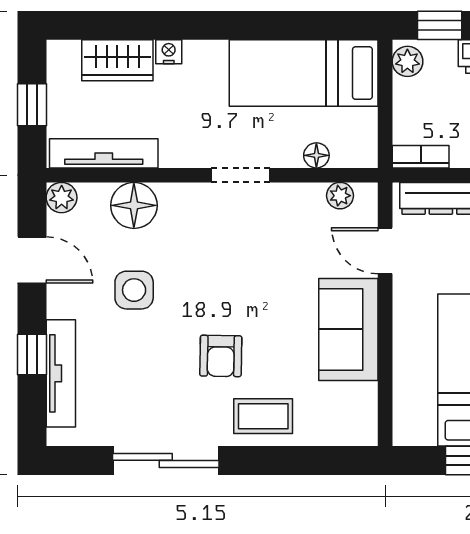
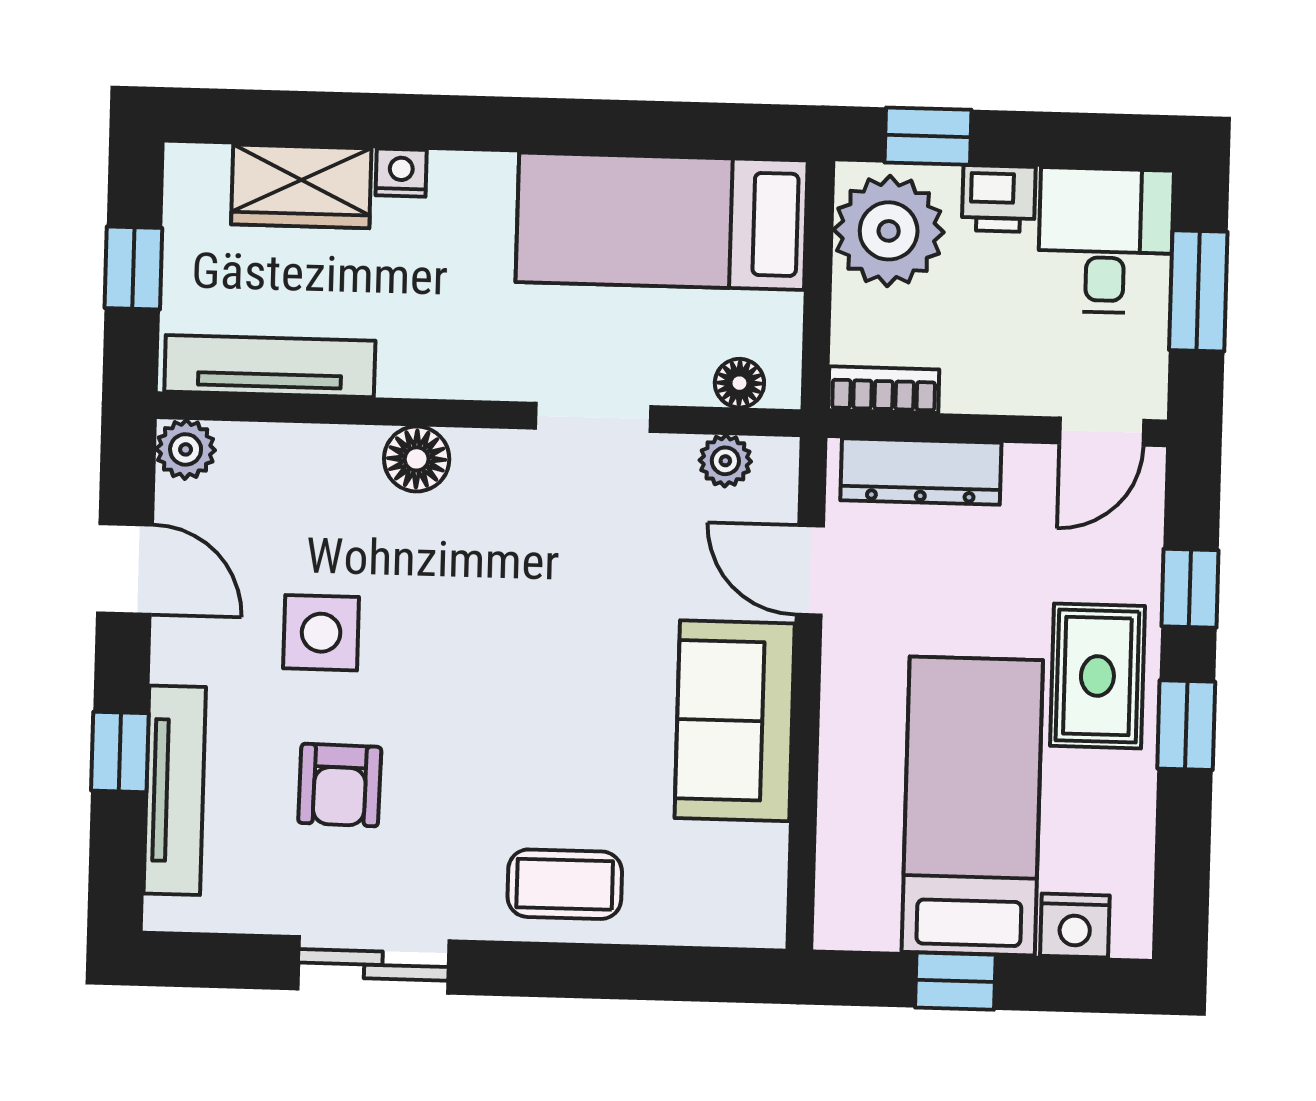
plant: (407, 61) -> (889, 231), width x1.88, depth x1.88
floor lamp: (316, 155) -> (739, 383), moved
doorway: (241, 175) -> (593, 417), moved
floor lamp: (134, 205) -> (417, 459), moved, width x0.73, depth x0.73
armchair: (221, 356) -> (340, 785), moved
sliding door: (166, 460) -> (373, 965), width x0.73

